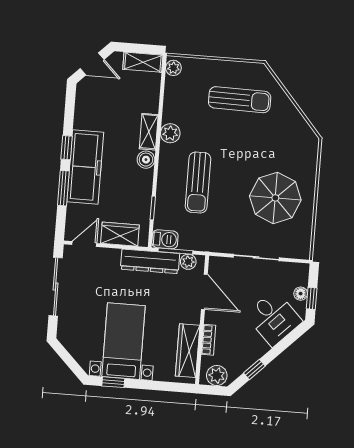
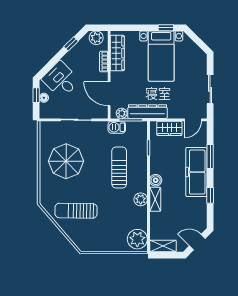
plant: (173, 68) -> (137, 239), width x1.88, depth x1.88
sun lounger: (240, 100) -> (76, 211), moved
window: (67, 148) -> (210, 195), moved
barbecue: (165, 239) -> (117, 127), moved
sliding door: (56, 287) -> (210, 89), width x0.73

